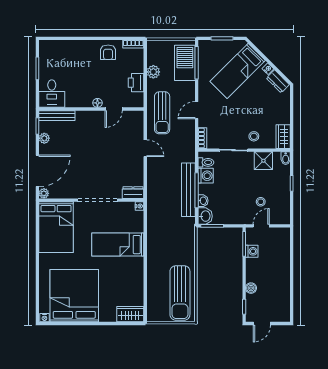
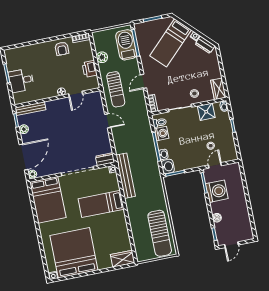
desk: (52, 94) -> (21, 80), moved, turned 90
bench: (188, 190) -> (126, 176), moved
washing machine: (252, 251) -> (217, 191), width x1.89, depth x1.89

